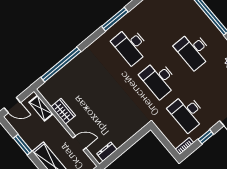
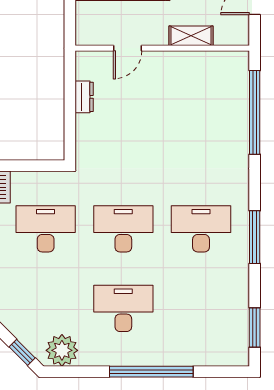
shelving: (41, 108) -> (191, 36), moved
wardrobe: (63, 111) -> (189, 62), removed
dresser: (107, 152) -> (84, 97), moved

